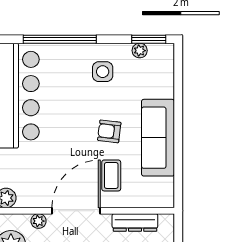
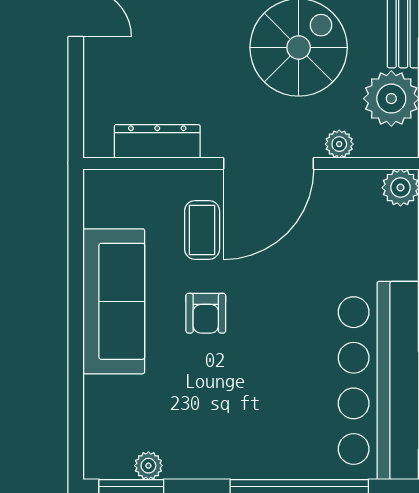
side table: (103, 72) -> (218, 426), removed
armchair: (109, 131) -> (206, 313), turned 83

